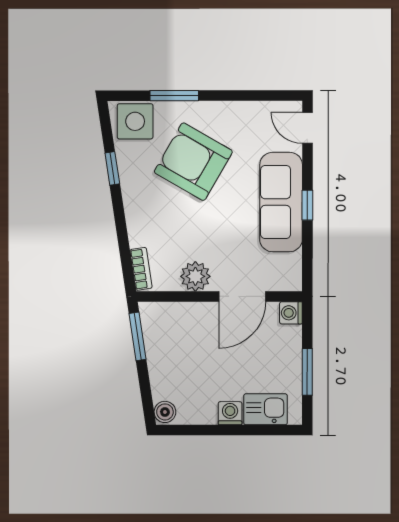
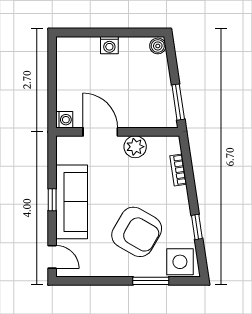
bookcase: (141, 269) -> (178, 170), moved
door: (242, 296) -> (100, 132), hinge flipped
window: (307, 372) -> (52, 76), removed
kitchen sink: (266, 409) -> (83, 48), removed

